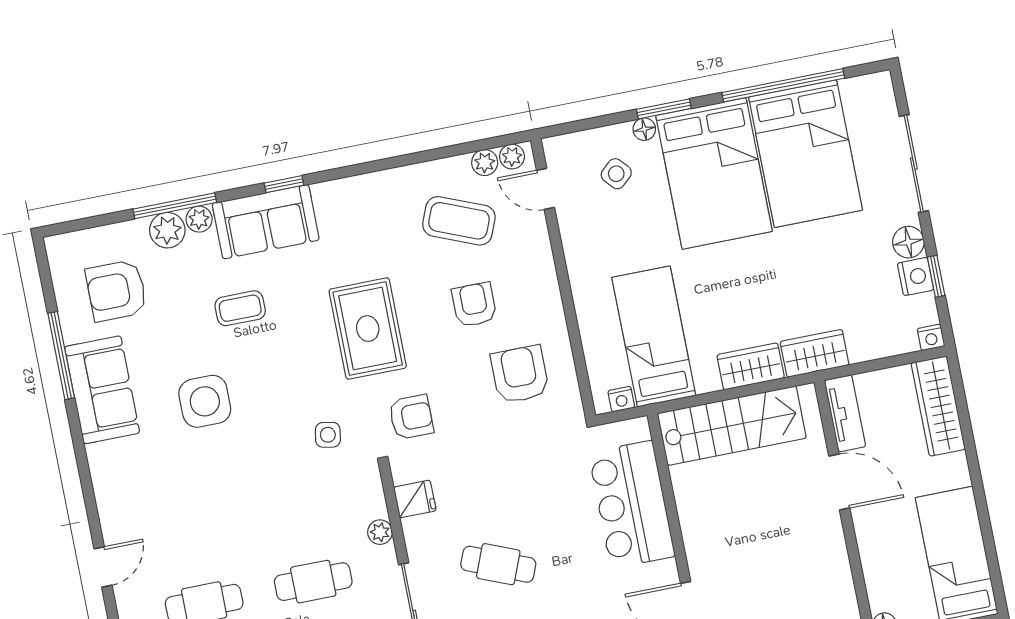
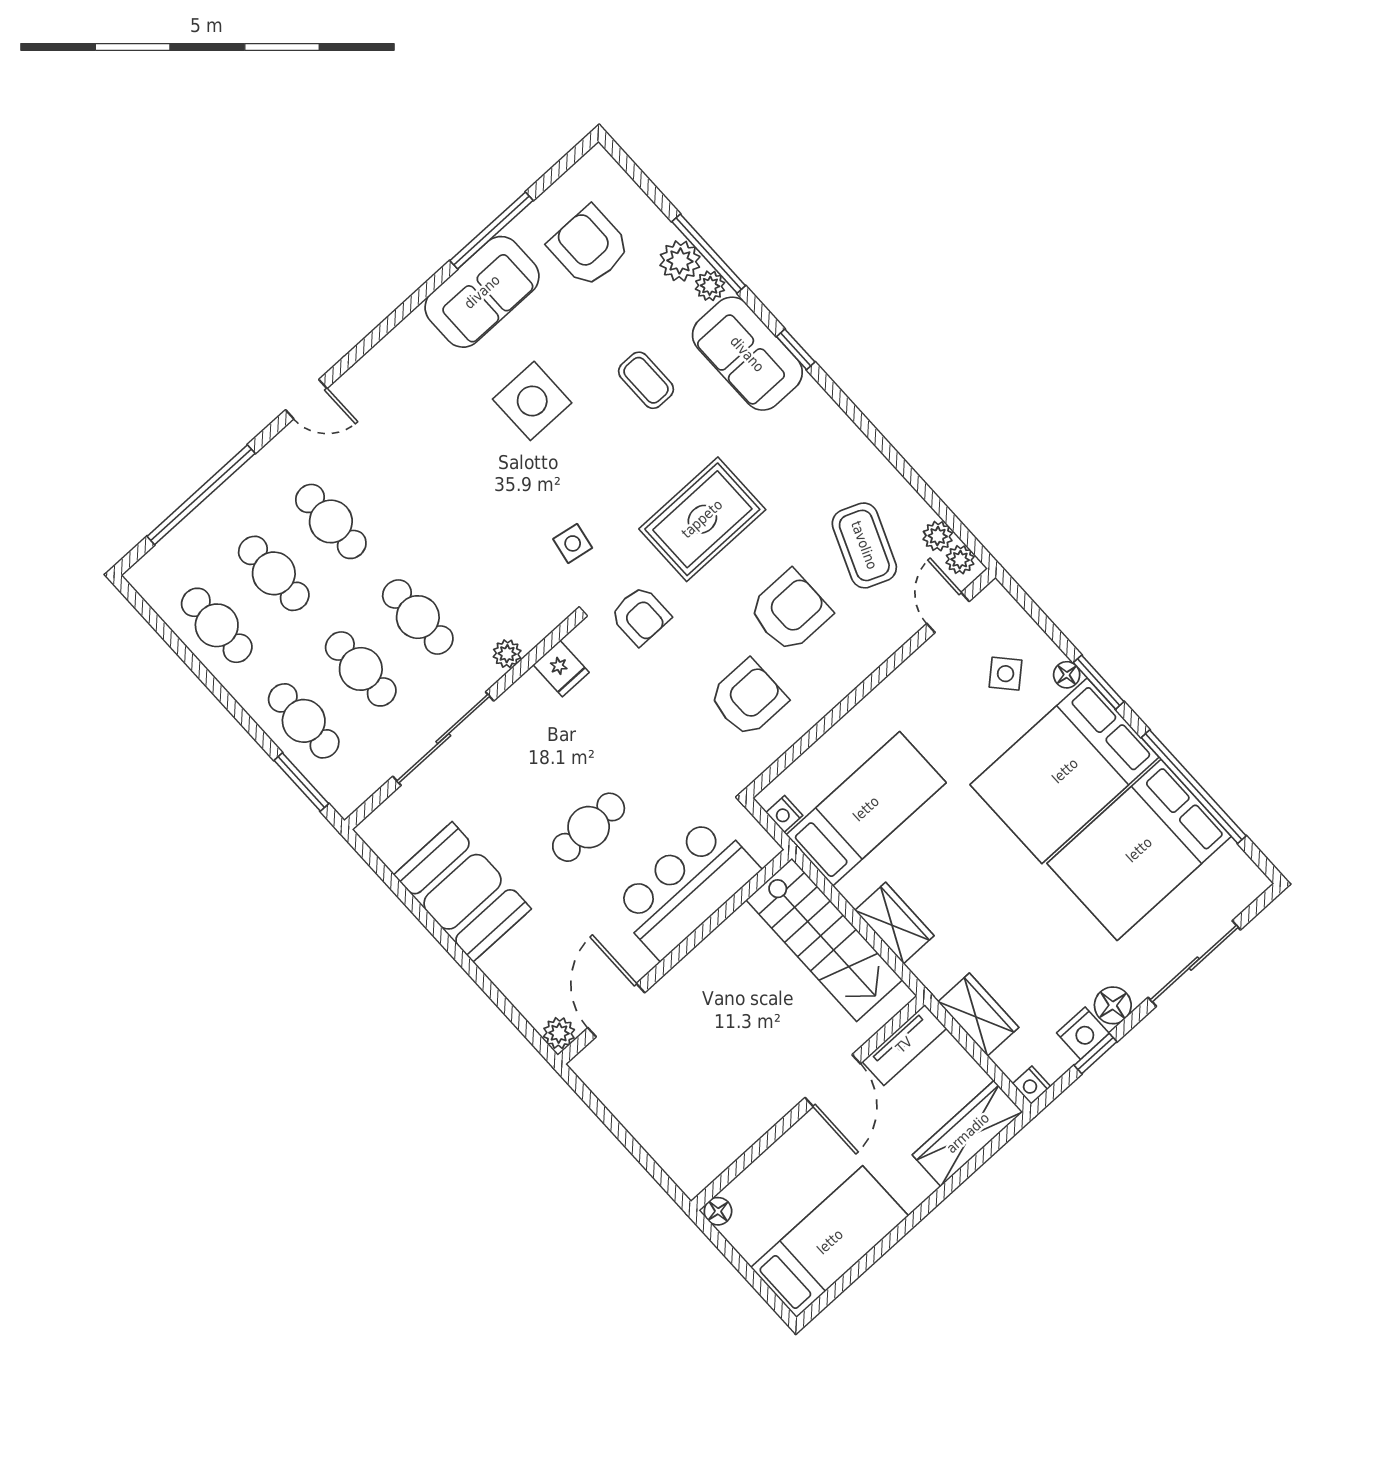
armchair: (474, 305) -> (790, 611), width x1.38, depth x1.38
wardrobe: (815, 353) -> (978, 1015), moved
cafe table: (498, 564) -> (589, 827), moved, turned 68

